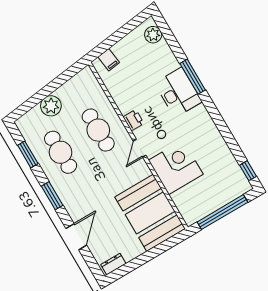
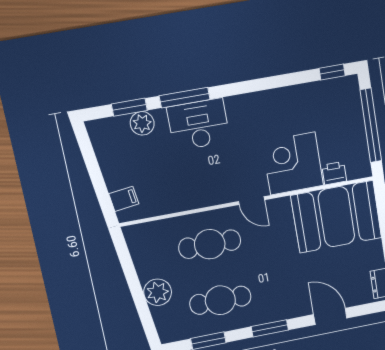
plant: (153, 35) -> (142, 123), moved
window: (172, 42) -> (129, 107), added
printer: (134, 120) -> (334, 173), moved

